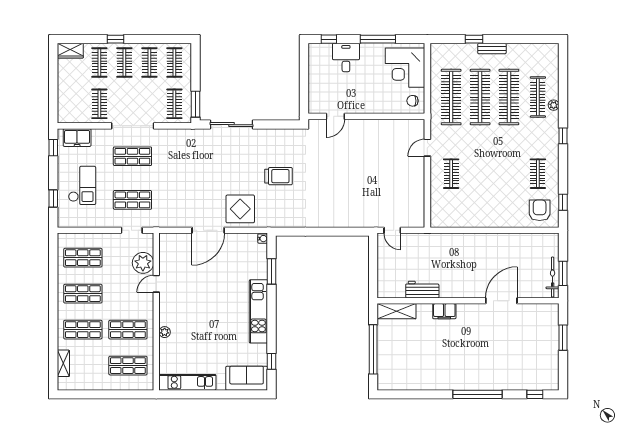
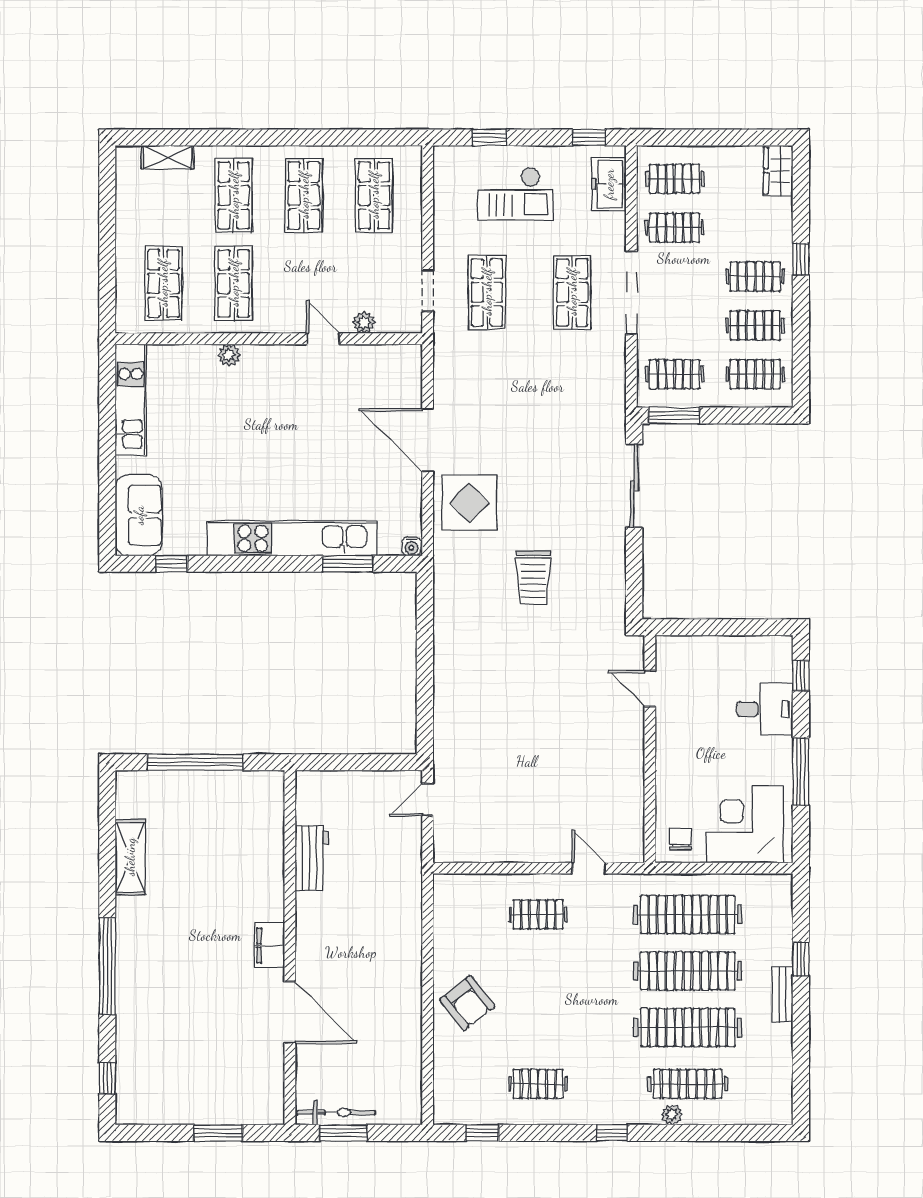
clothes rail: (99, 63) -> (674, 179), moved
armchair: (540, 210) -> (467, 1003), moved, turned 52
plant: (143, 263) -> (364, 322), width x0.53, depth x0.53
kitchen unit: (258, 311) -> (292, 538), width x1.36
shelving: (397, 311) -> (130, 857), moved
filing cabinet: (444, 311) -> (270, 946), moved

